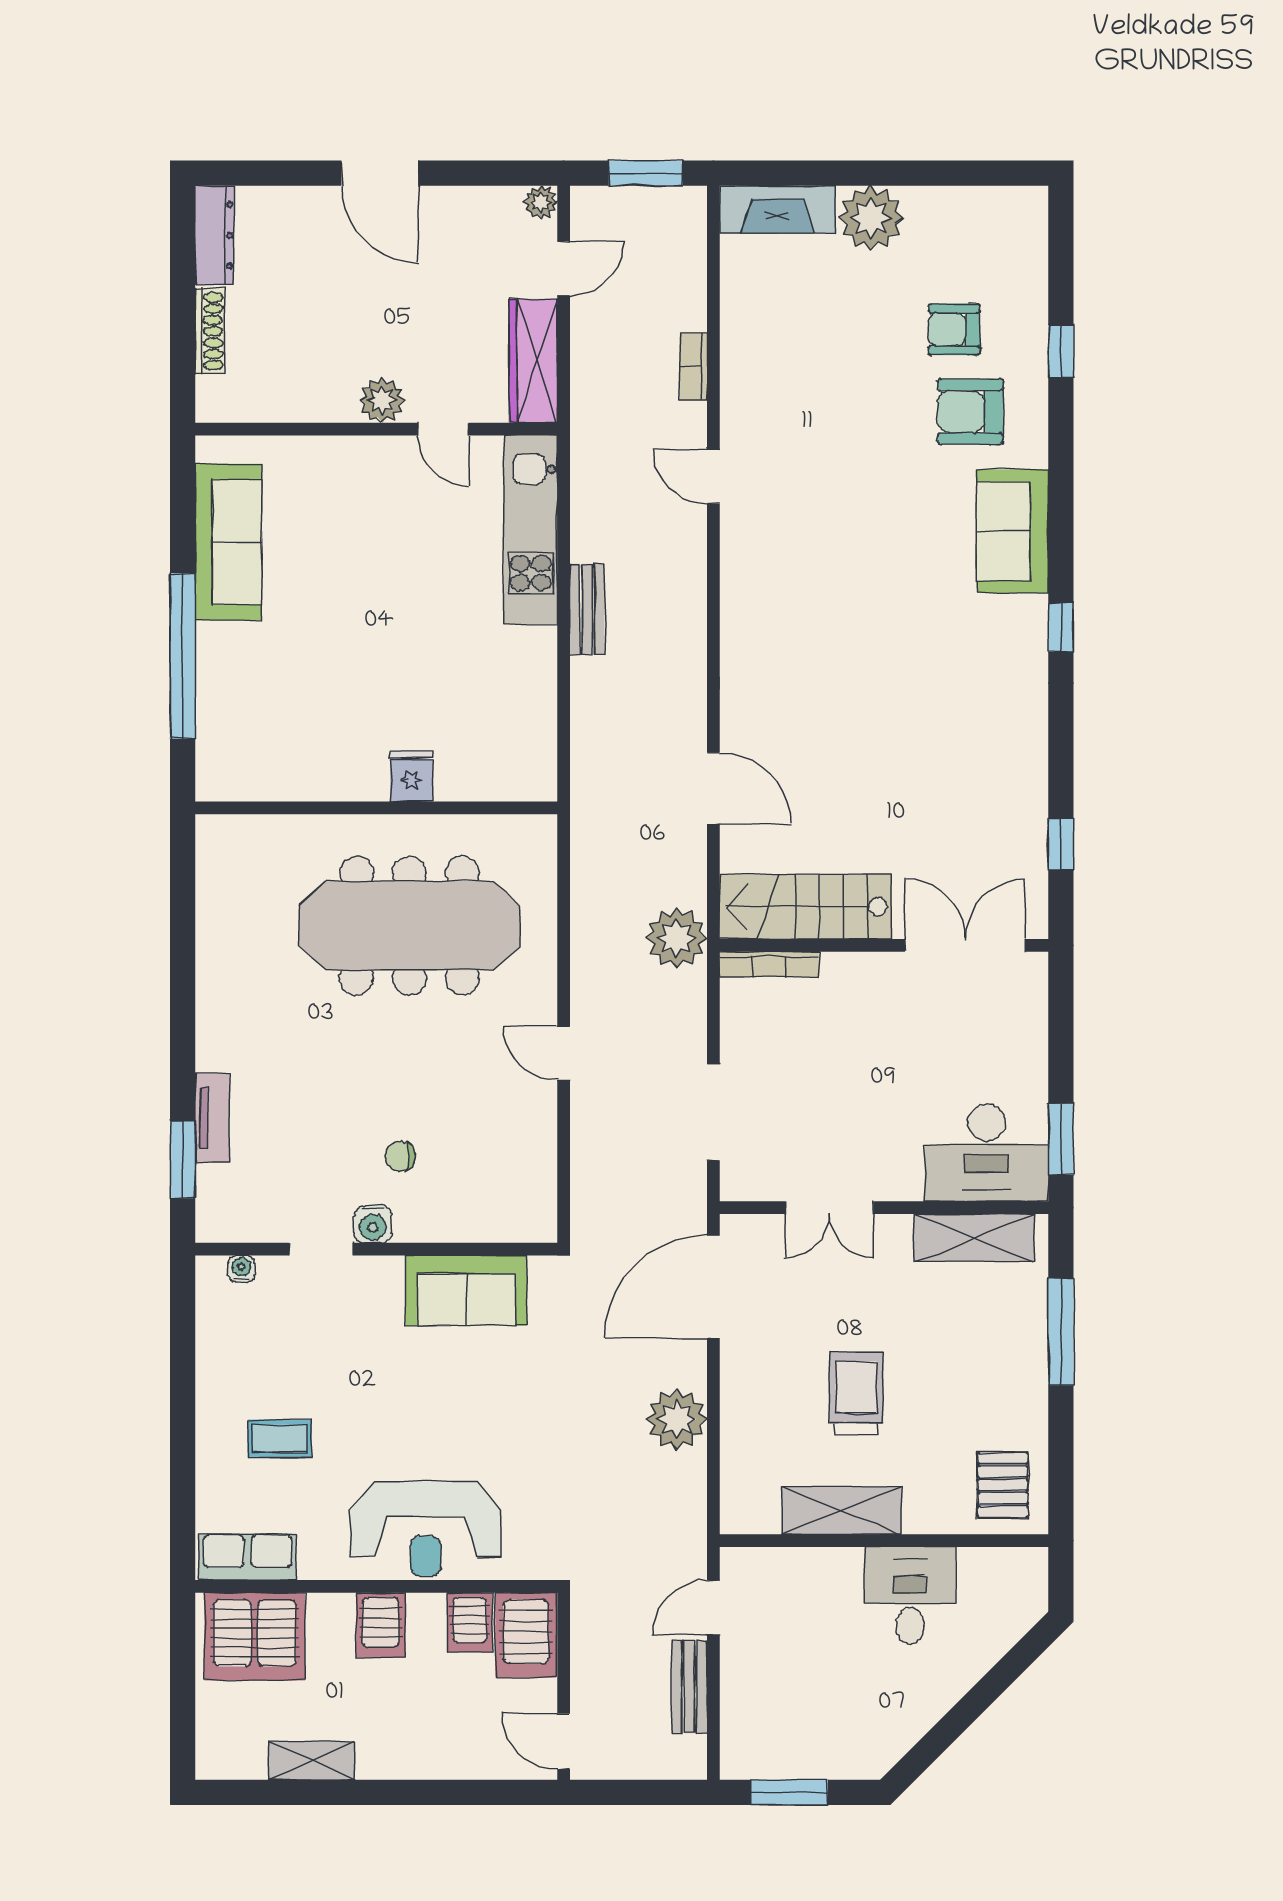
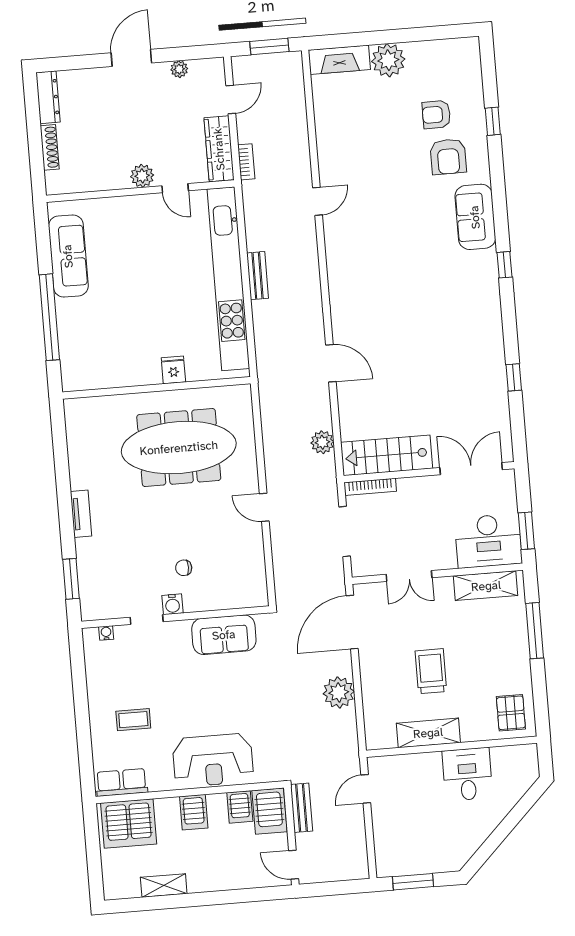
door: (380, 173) -> (131, 58), swing flipped
plant: (541, 202) -> (179, 69), moved
bookcase: (694, 366) -> (246, 162), moved, turned 180
armchair: (970, 412) -> (448, 157), turned -90
door: (713, 477) -> (317, 201), swing flipped
kitchen unit: (531, 530) -> (228, 279), width x1.86
stairs: (805, 907) -> (387, 455), moved
plant: (677, 938) -> (322, 442), width x0.73, depth x0.73
wall: (884, 945) -> (429, 472), moved
double door: (965, 945) -> (471, 469), moved
bookcase: (769, 964) -> (370, 487), moved
tv unit: (212, 1118) -> (81, 514), moved
bench: (689, 1687) -> (301, 808), moved

